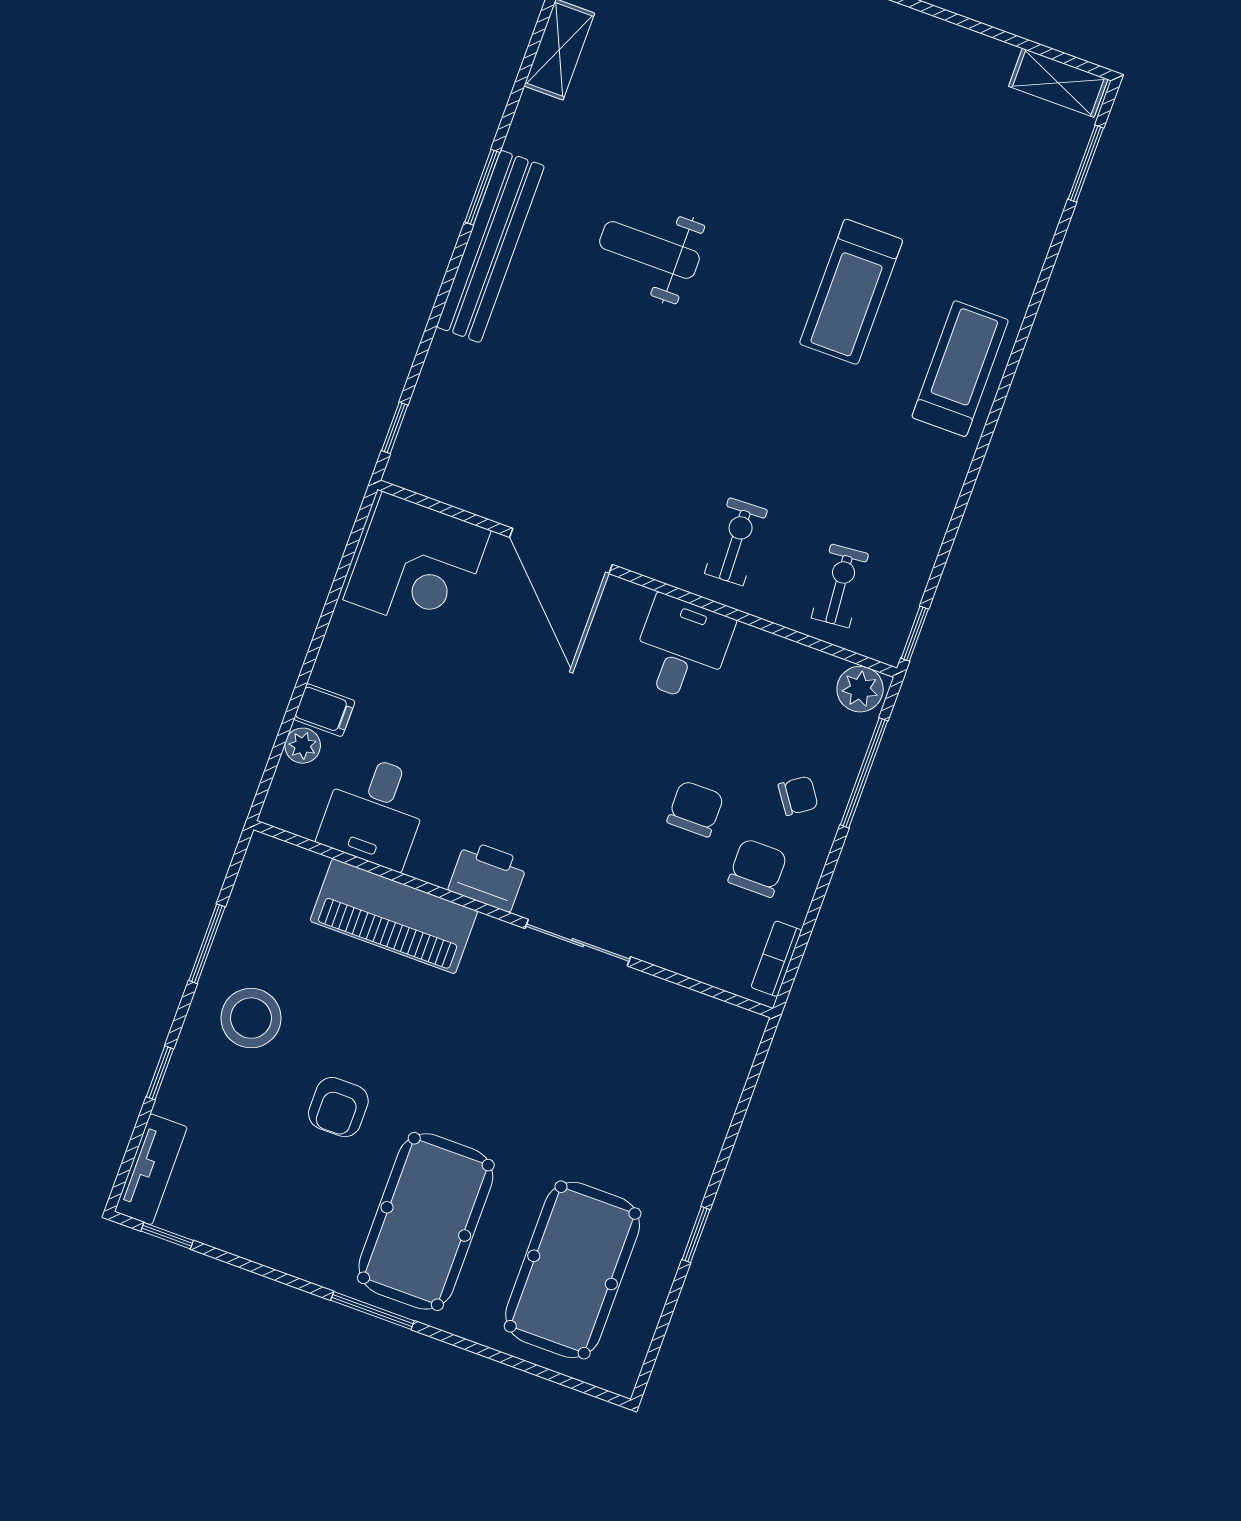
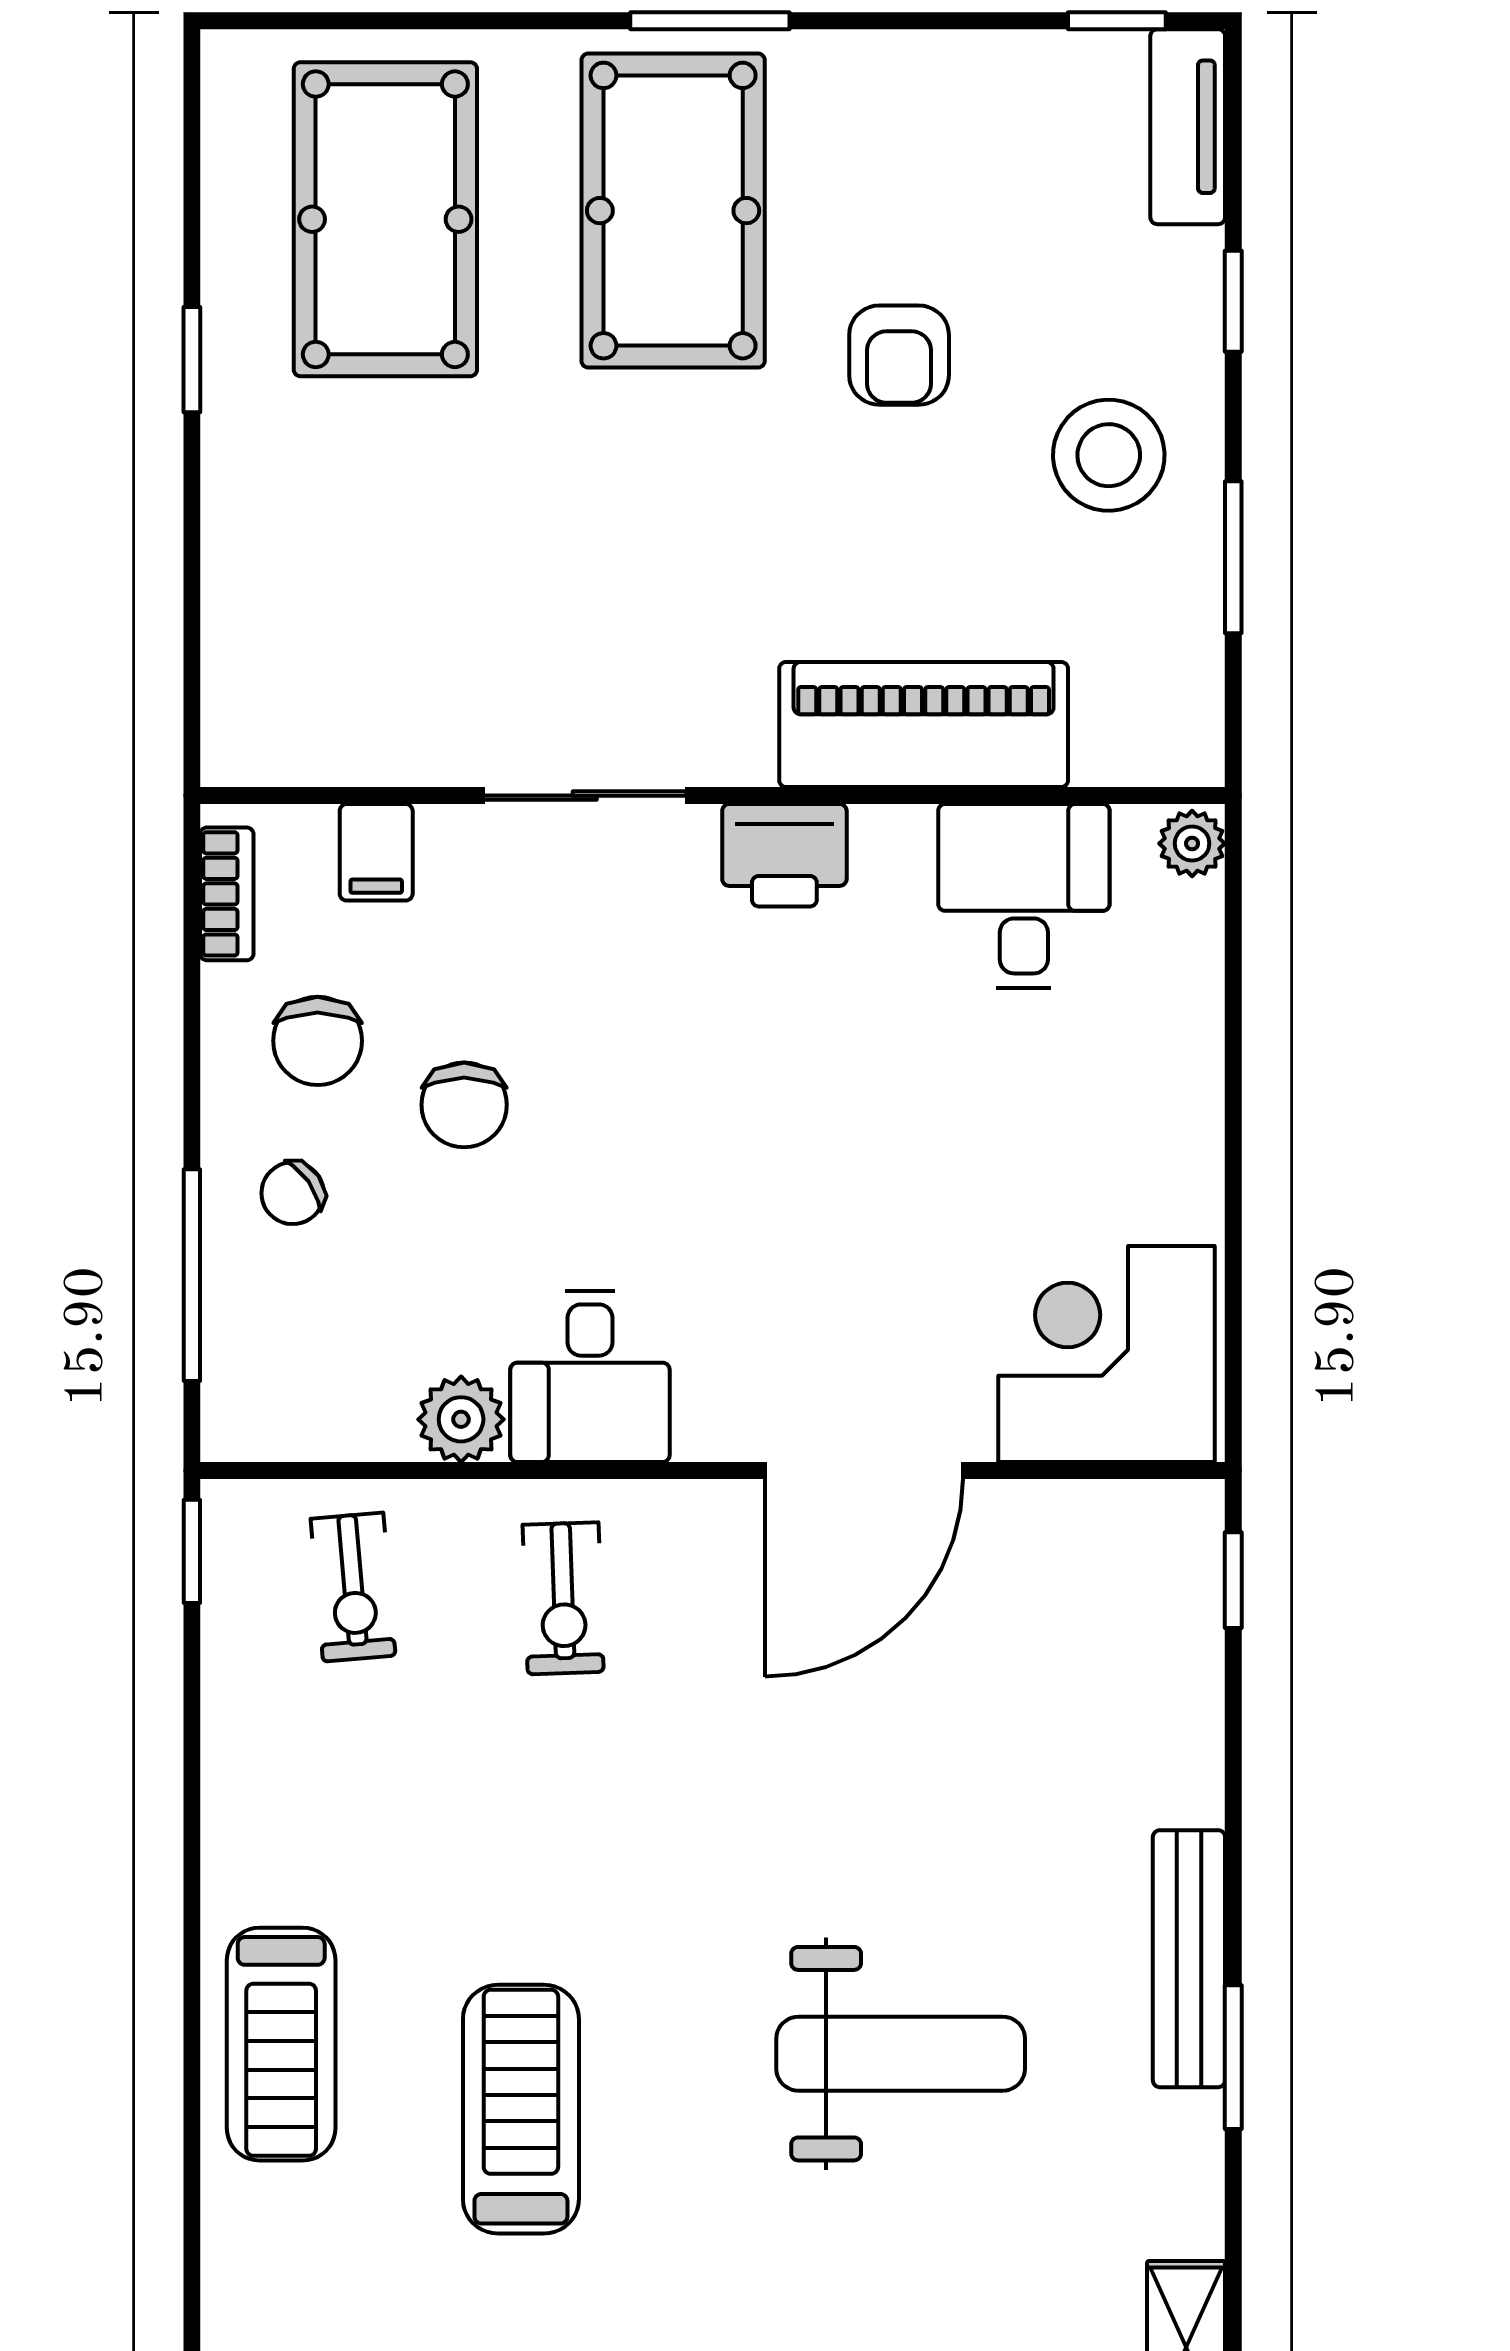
bench: (490, 246) -> (1189, 1959), width x0.73, depth x0.82
weight bench: (649, 250) -> (901, 2054), width x1.36, depth x1.33
door: (561, 551) -> (864, 1470), swing flipped
plant: (860, 689) -> (461, 1419), moved
filing cabinet: (324, 710) -> (376, 852), moved, turned -90
plant: (303, 746) -> (1192, 843), moved
armchair: (338, 1107) -> (899, 355), turned 180

